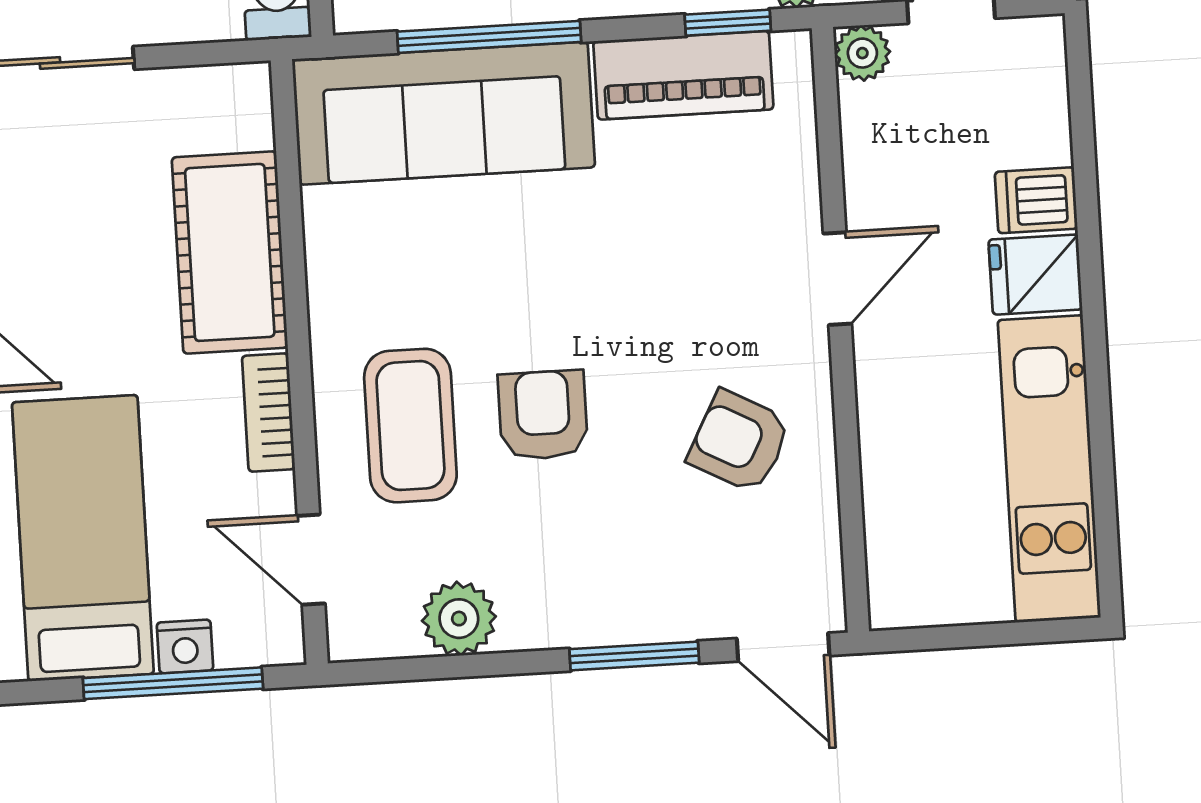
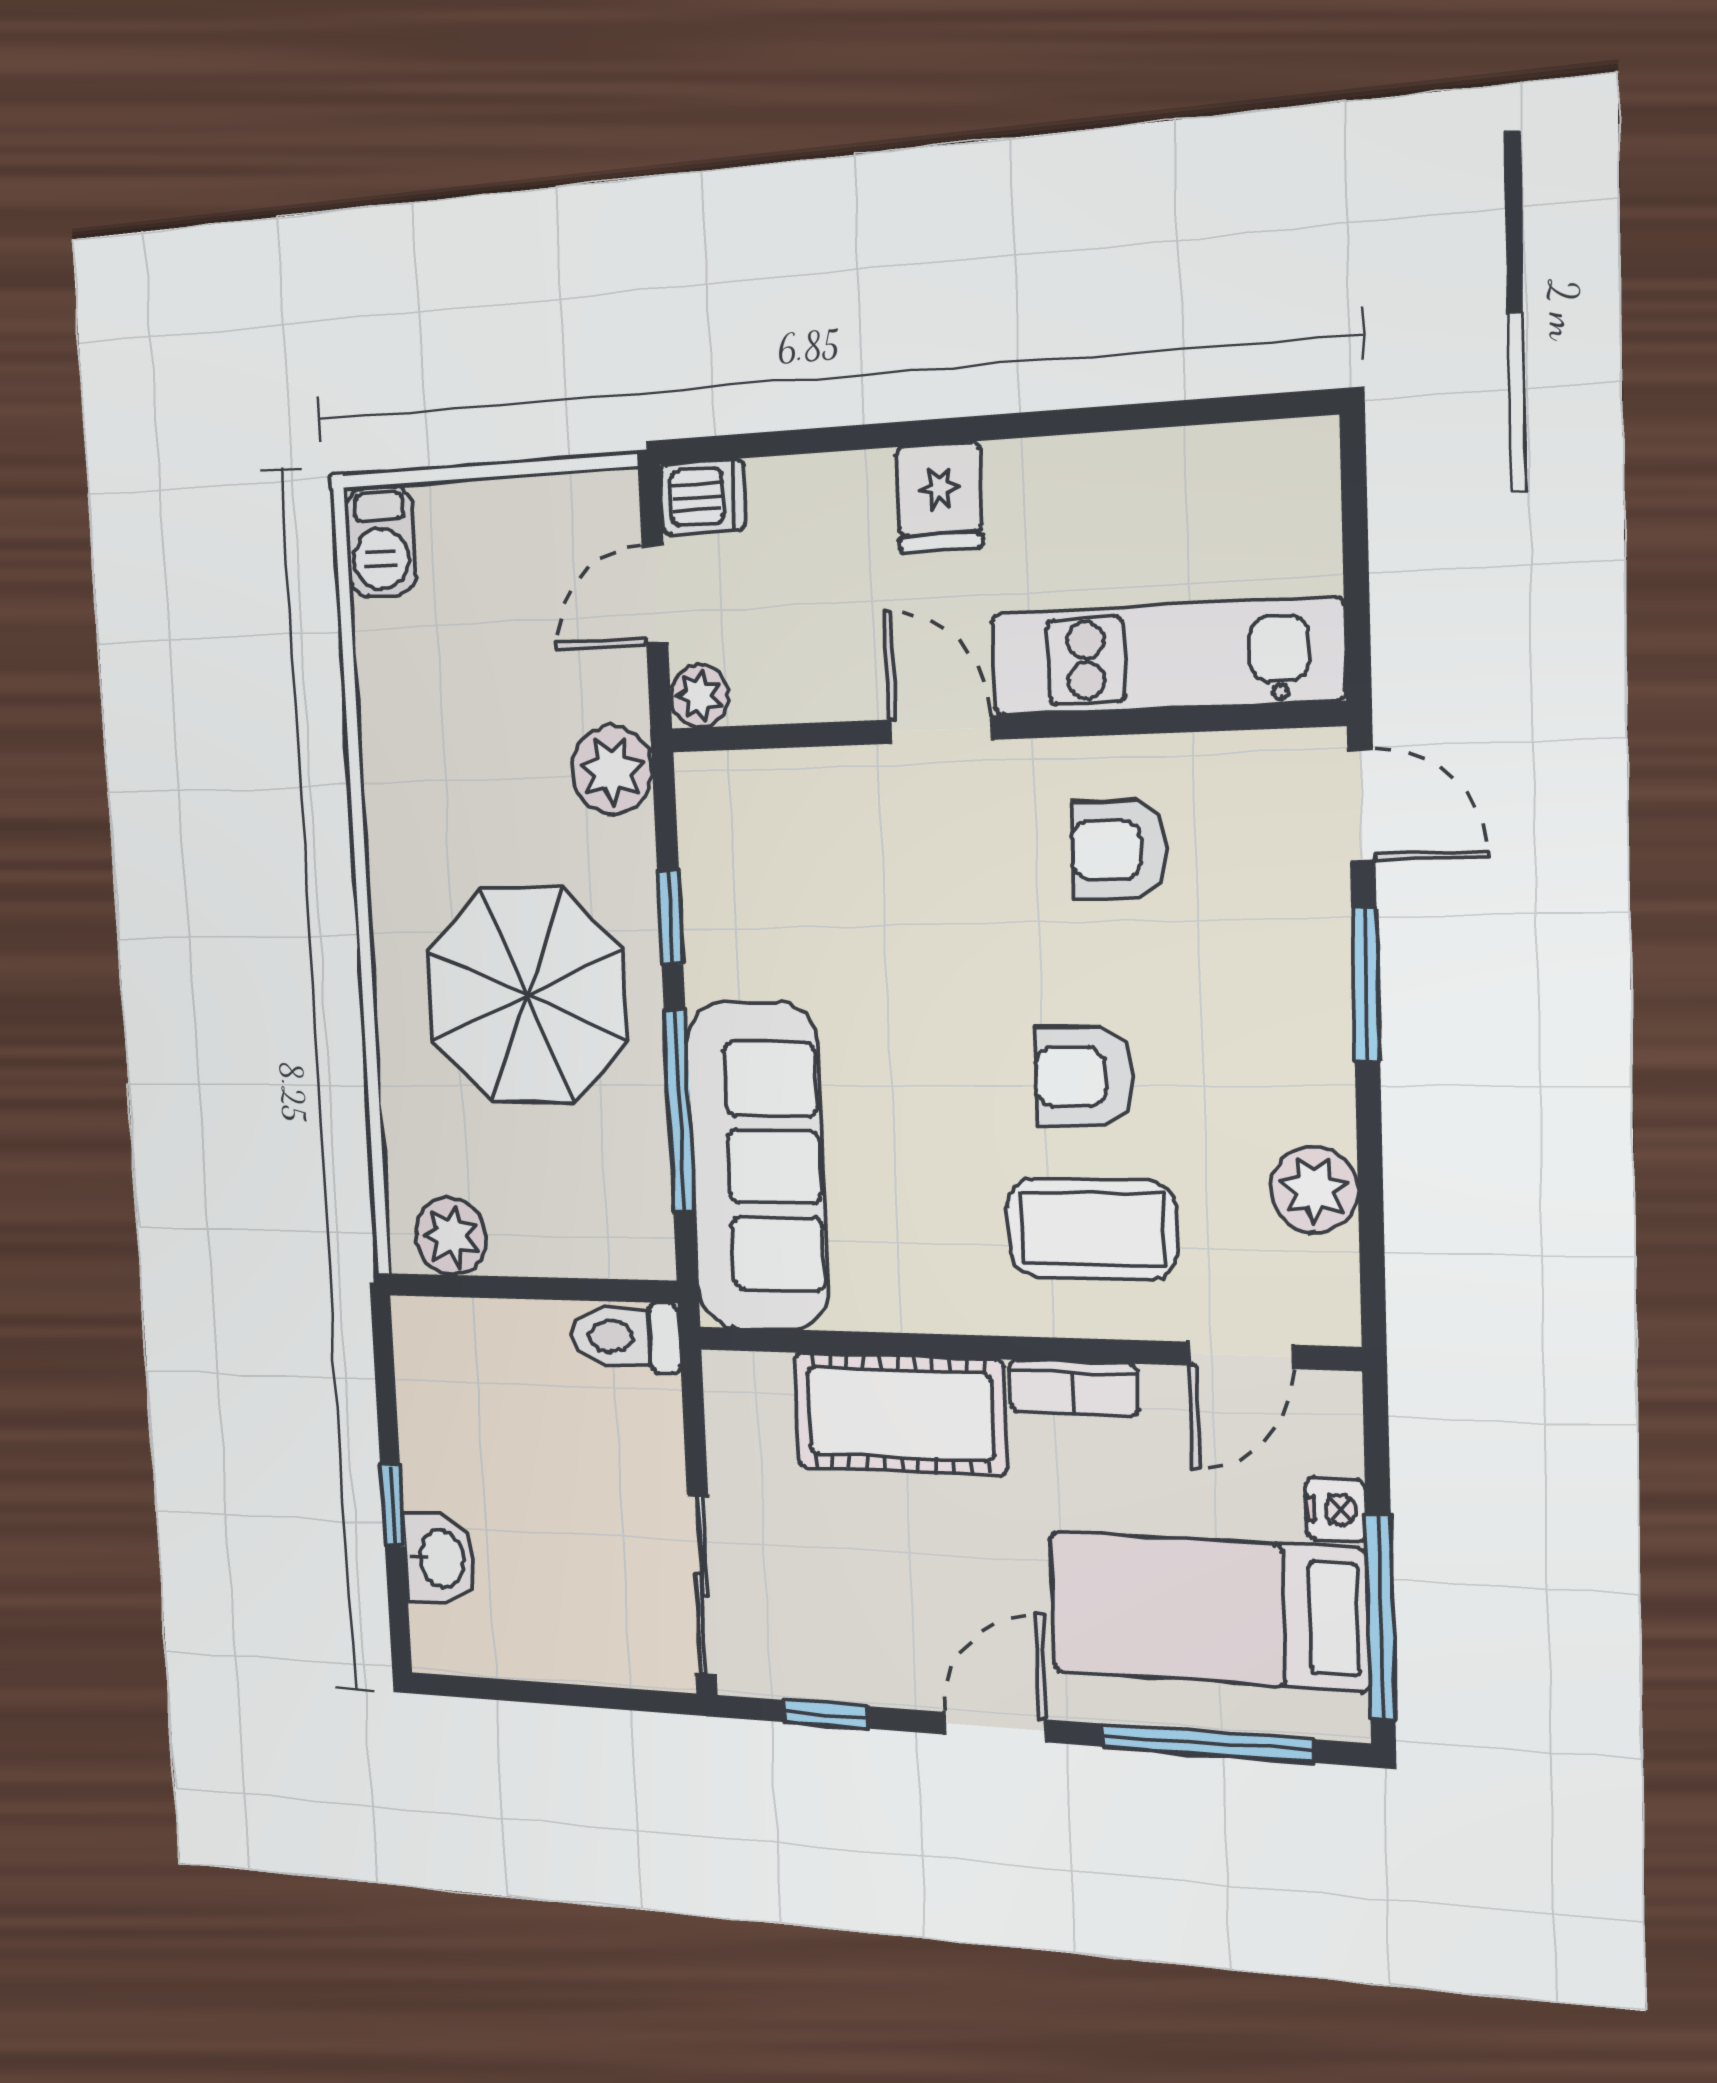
window: (728, 23) -> (670, 917), moved
piano: (683, 75) -> (721, 898), removed
dishwasher: (1036, 200) -> (703, 497), moved, turned -90
armchair: (739, 442) -> (1119, 850), turned 62
kitchen unit: (1049, 469) -> (1166, 657), moved, turned 180
door: (783, 647) -> (1361, 805), hinge flipped
window: (173, 683) -> (1381, 1617), moved

